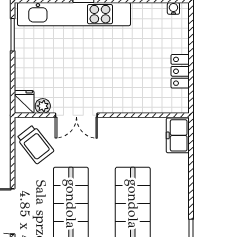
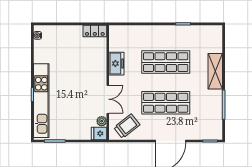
locker: (180, 71) -> (95, 31), moved
freezer: (178, 135) -> (116, 64), moved, turned -90

